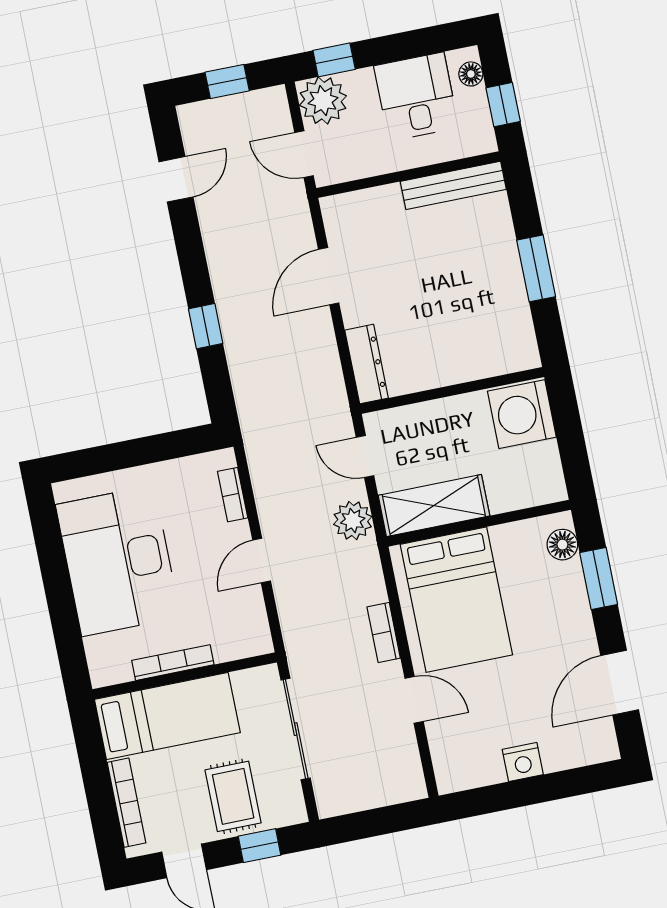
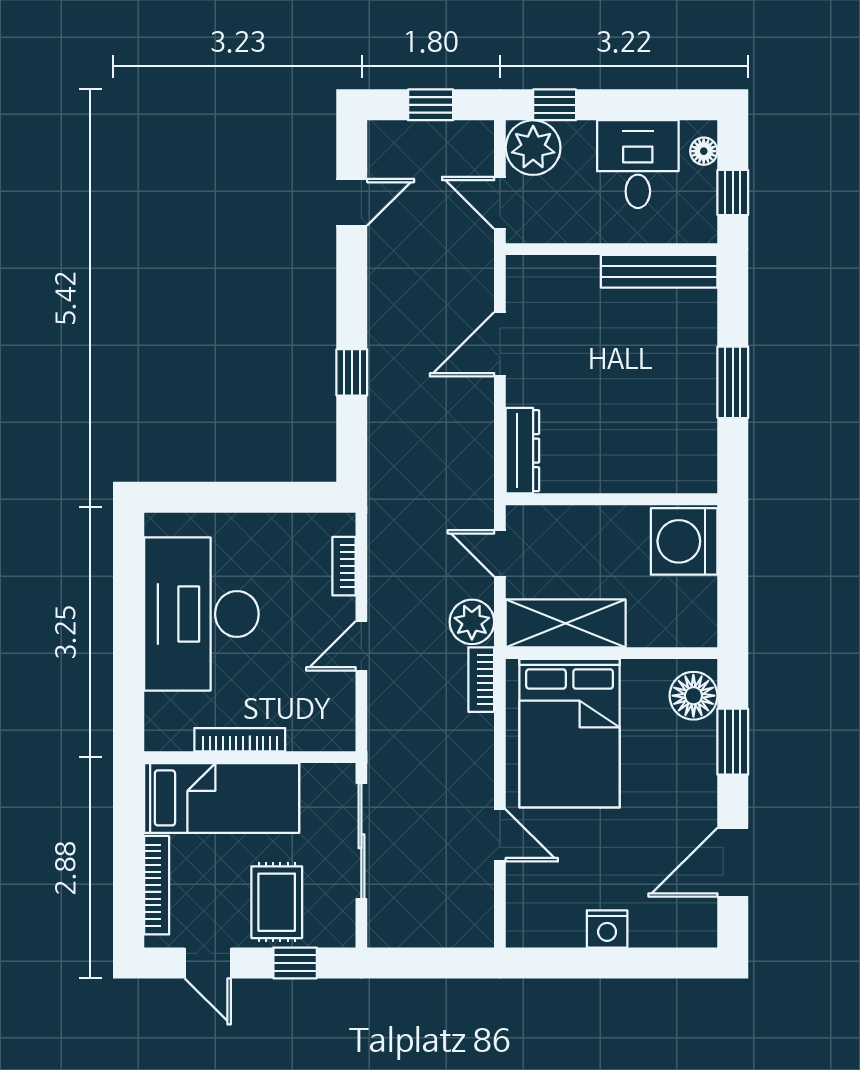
floor lamp: (562, 545) -> (693, 696), width x1.38, depth x1.38
bookcase: (384, 633) -> (481, 680), moved

